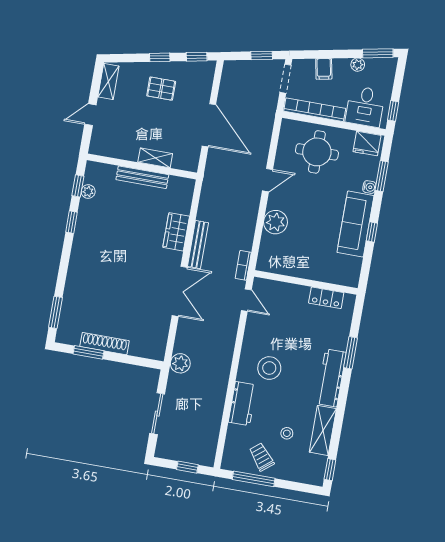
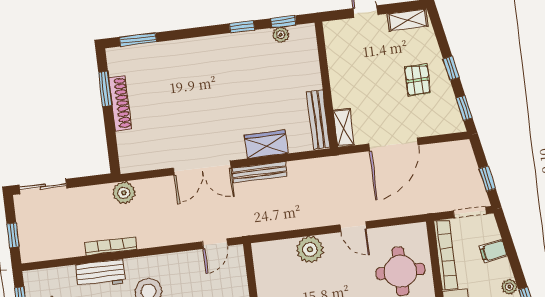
shelving: (155, 158) -> (344, 128), moved
bench: (142, 177) -> (318, 120), moved
bookcase: (243, 265) -> (111, 246), moved, width x1.56
sliding door: (157, 414) -> (43, 186), moved

